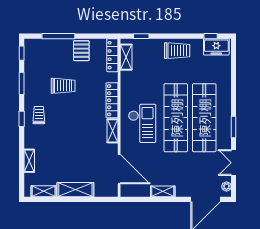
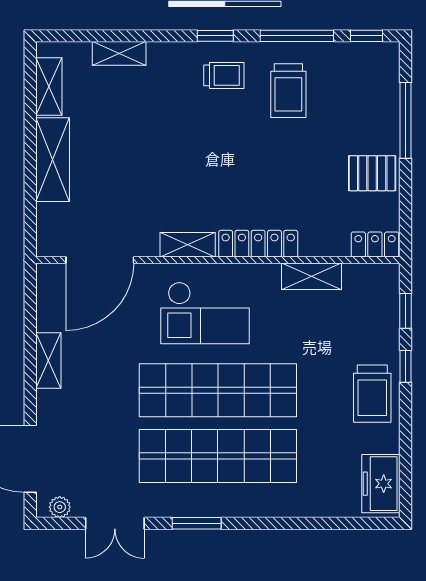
window: (211, 36) -> (406, 366), moved
locker: (112, 55) -> (375, 245), width x0.66
shelving: (126, 57) -> (312, 276), moved
window: (22, 83) -> (297, 36), width x1.44
trolley: (63, 86) -> (288, 91), moved
double door: (234, 163) -> (115, 523), swing flipped

